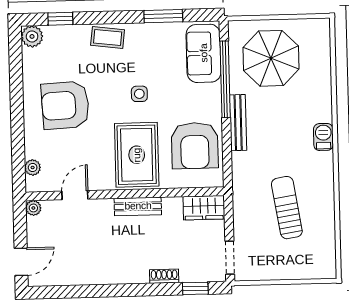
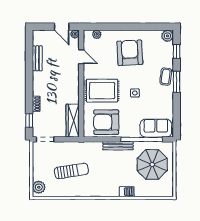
window: (163, 16) -> (177, 82), moved
barbecue: (323, 137) -> (127, 192), moved
bench: (138, 206) -> (37, 58), moved
wardrobe: (204, 208) -> (73, 121), width x1.50
door: (21, 262) -> (62, 27), moved
plant: (319, 267) -> (39, 187), added

